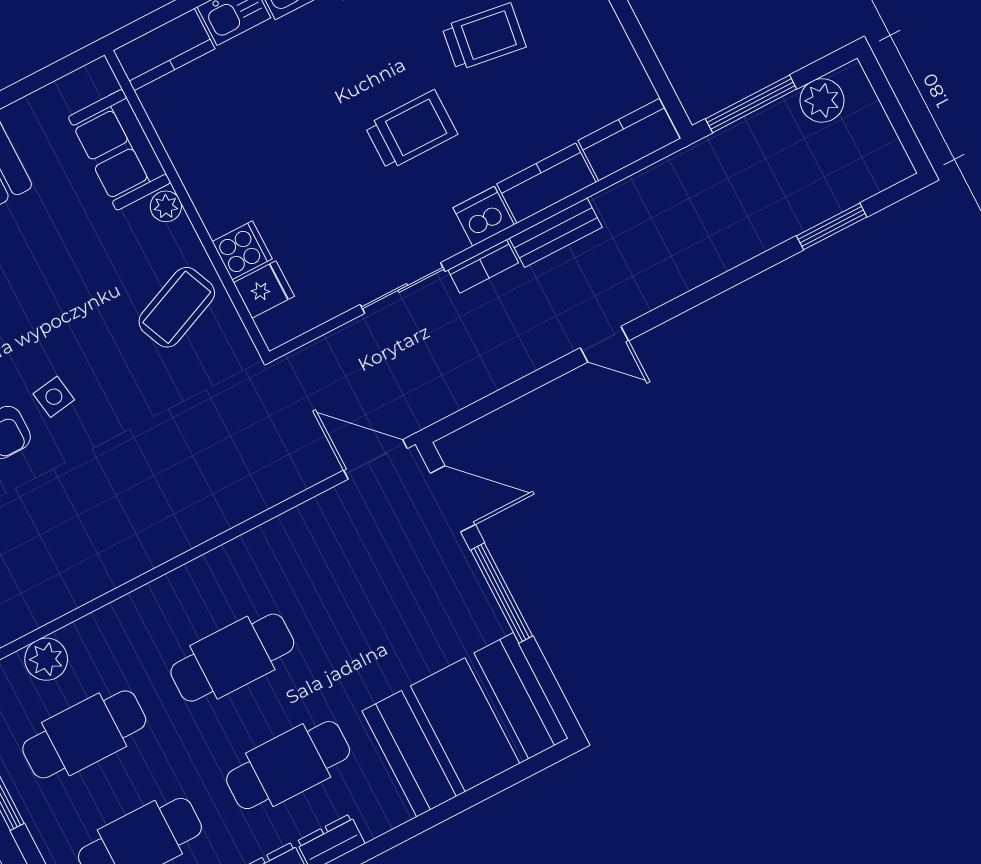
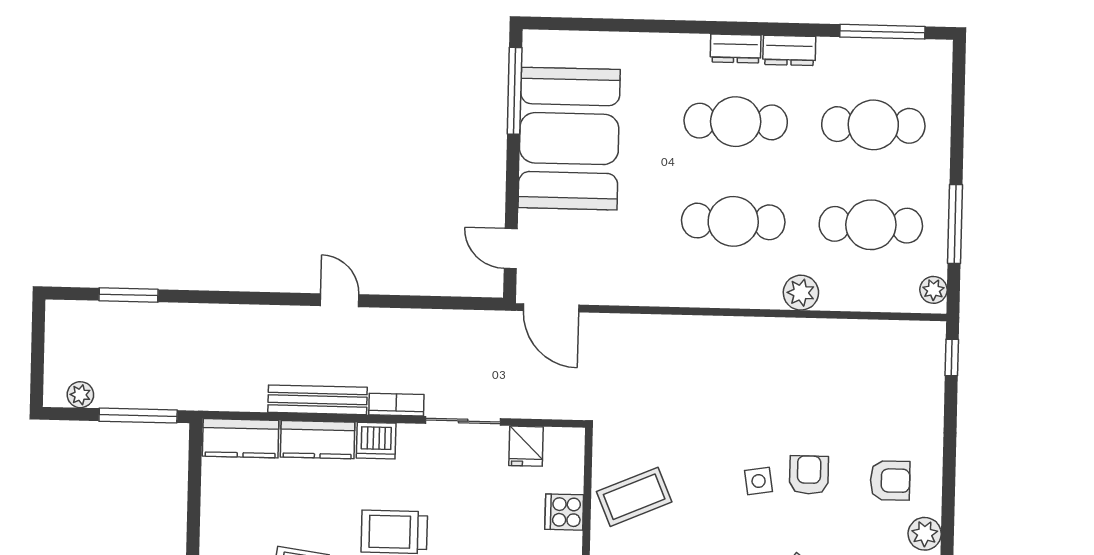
plant: (822, 100) -> (80, 395), width x0.73, depth x0.73
bench: (556, 233) -> (317, 400), width x1.36
fridge: (264, 290) -> (526, 446), moved, turned -90
door: (453, 499) -> (511, 249), width x0.73
window: (502, 593) -> (515, 91), moved
plant: (46, 659) -> (801, 293), moved
booth: (465, 725) -> (569, 139), moved, turned 90

